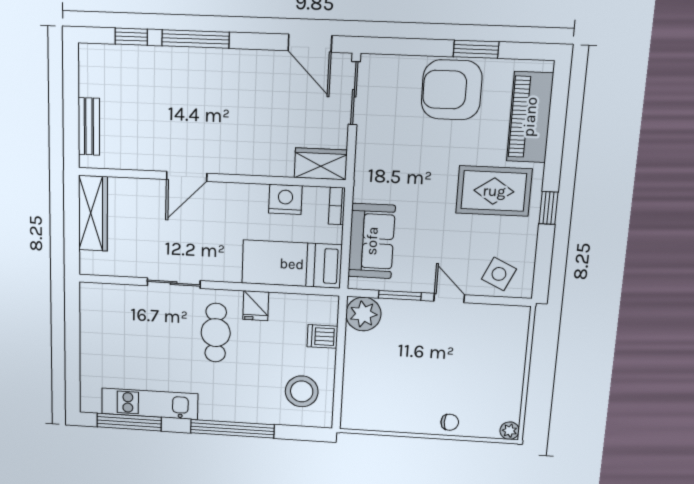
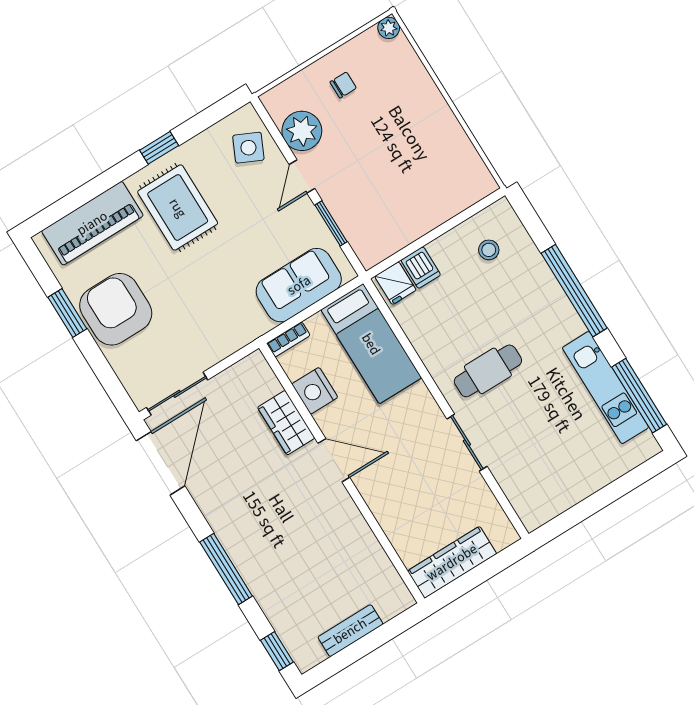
window: (131, 37) -> (277, 651), moved
door: (310, 43) -> (161, 463), width x1.36
armchair: (452, 90) -> (116, 309), turned 180
bench: (89, 126) -> (350, 631), moved
wardrobe: (321, 164) -> (286, 423), moved
door: (187, 176) -> (334, 460), moved
fridge: (256, 306) -> (395, 283), moved, turned 90
plant: (363, 314) -> (302, 131), moved
stool: (302, 391) -> (489, 250), width x0.53, depth x0.53
chair: (450, 422) -> (343, 85), moved, turned 90

